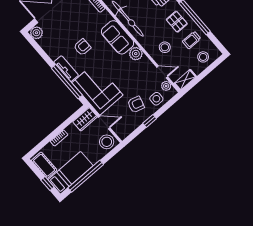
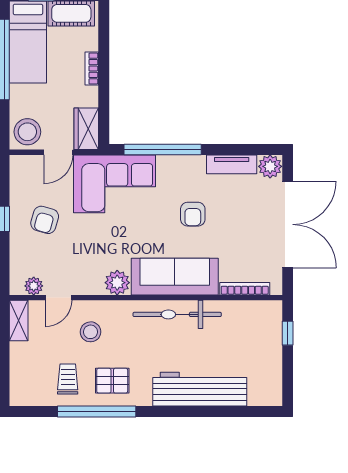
sofa: (117, 37) -> (175, 277), width x1.36
stool: (203, 57) -> (29, 375), removed
tv unit: (66, 69) -> (232, 164), moved
side table: (156, 99) -> (27, 256), removed

